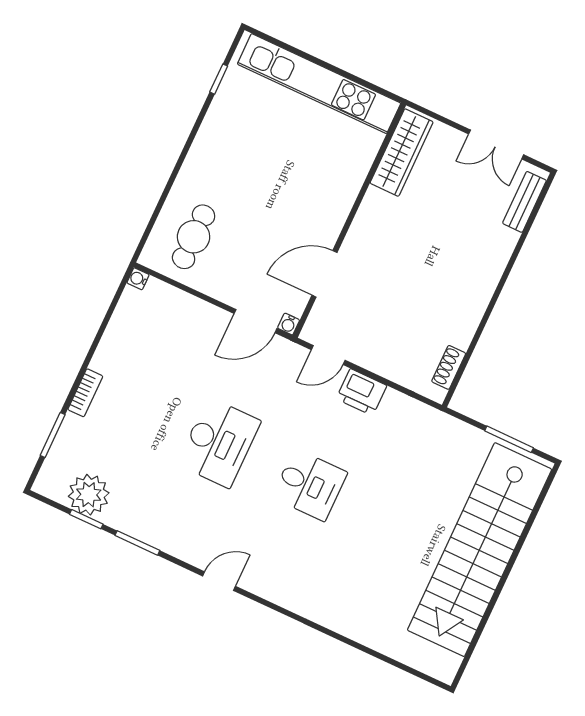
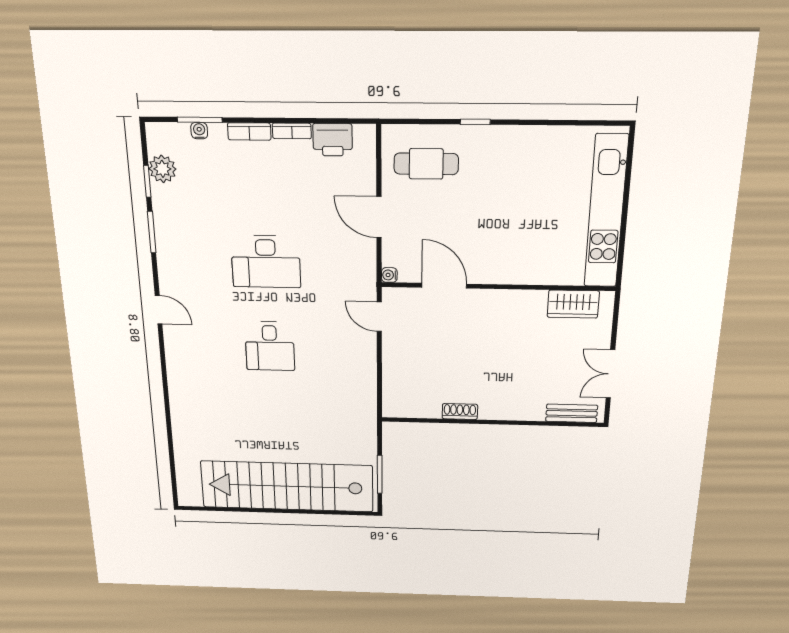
window: (219, 79) -> (475, 122), moved
wardrobe: (402, 153) -> (573, 304), width x0.67
water cooler: (138, 279) -> (199, 131), moved
door: (255, 321) -> (379, 217), moved
bookcase: (104, 351) -> (292, 131), added
shoe rack: (449, 367) -> (460, 412), moved
printer: (361, 392) -> (333, 140), moved, turned -90
plant: (89, 495) -> (162, 169), width x0.73, depth x0.73

